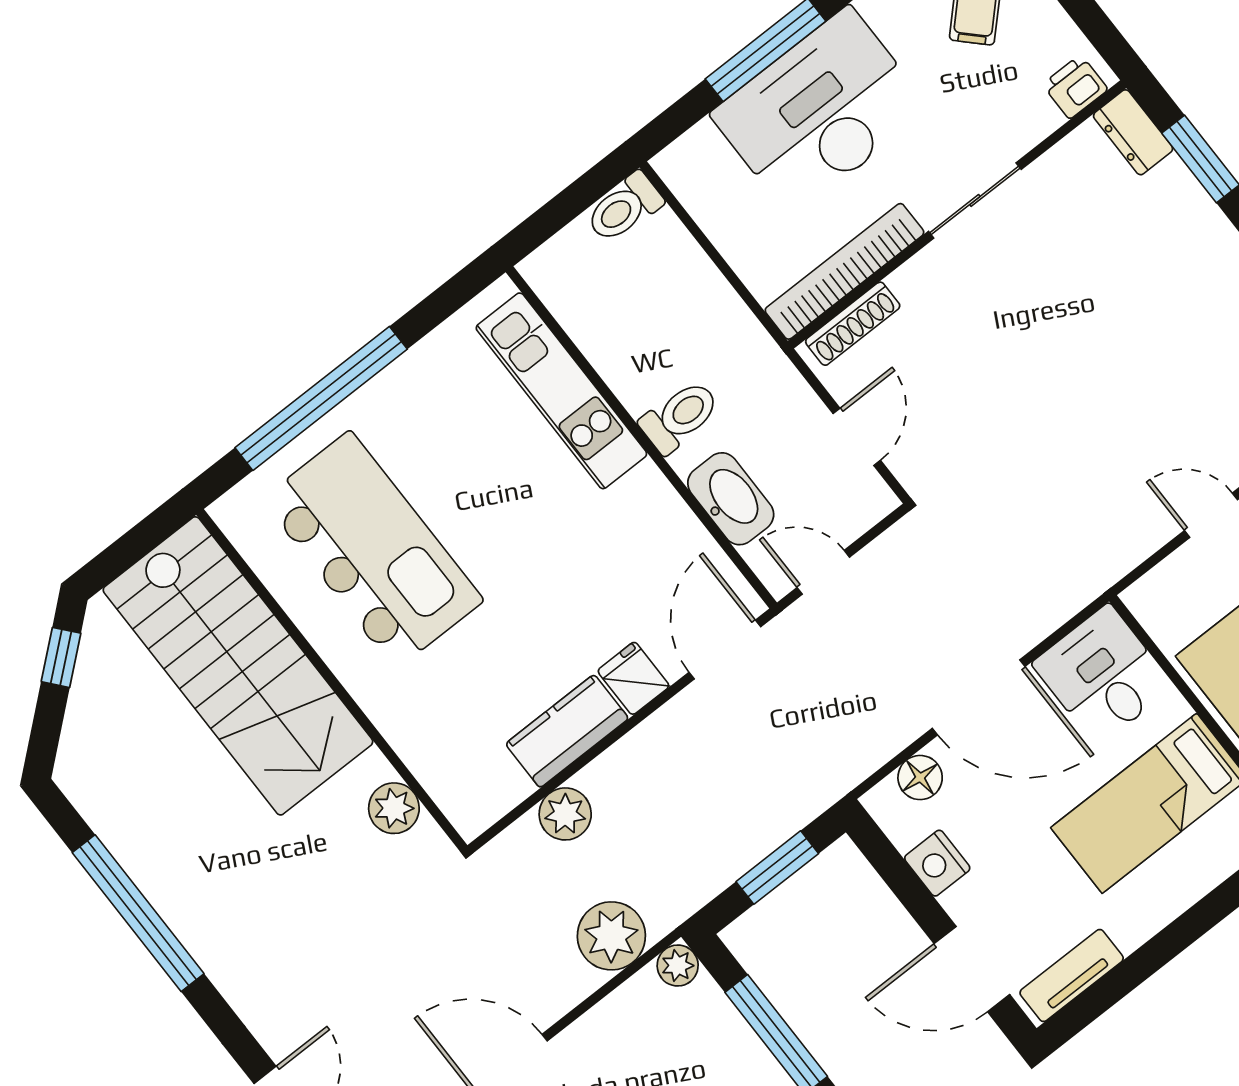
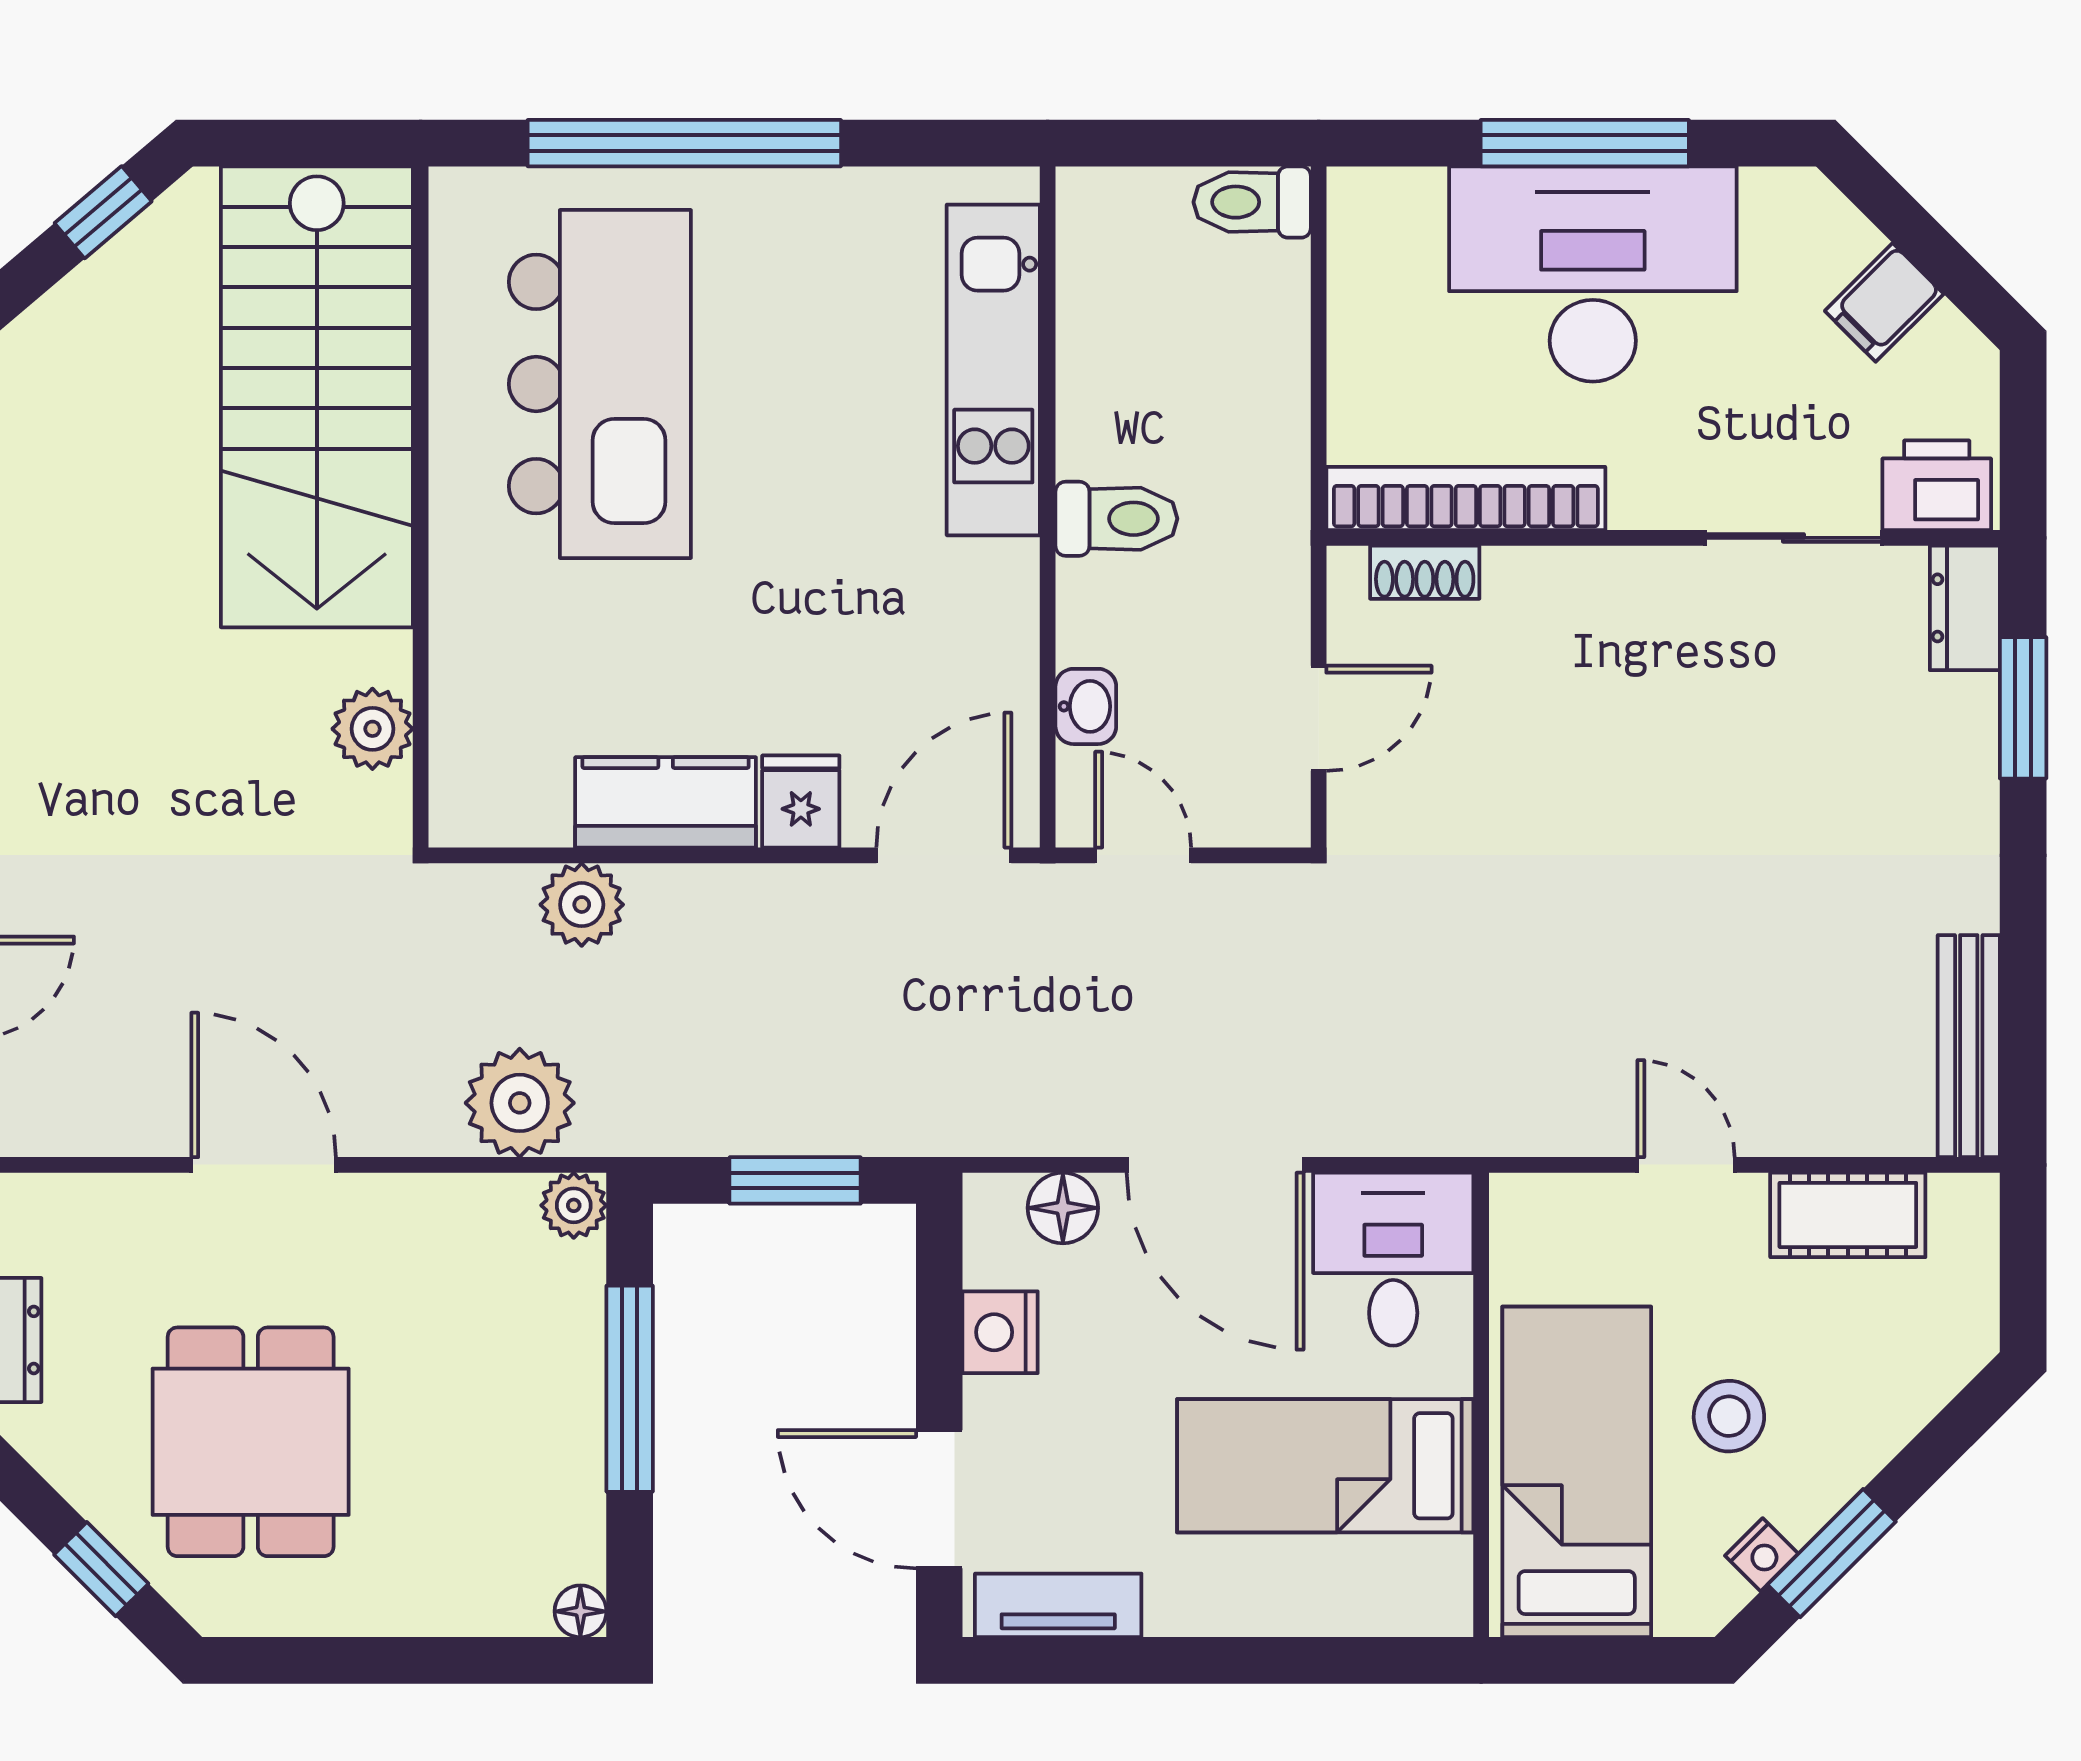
printer: (1075, 87) -> (1937, 485), width x1.36, depth x1.24
sliding door: (975, 200) -> (1793, 538), moved
shoe rack: (853, 324) -> (1425, 572), width x0.70
washbasin: (731, 499) -> (1086, 706), width x0.52, depth x0.69

